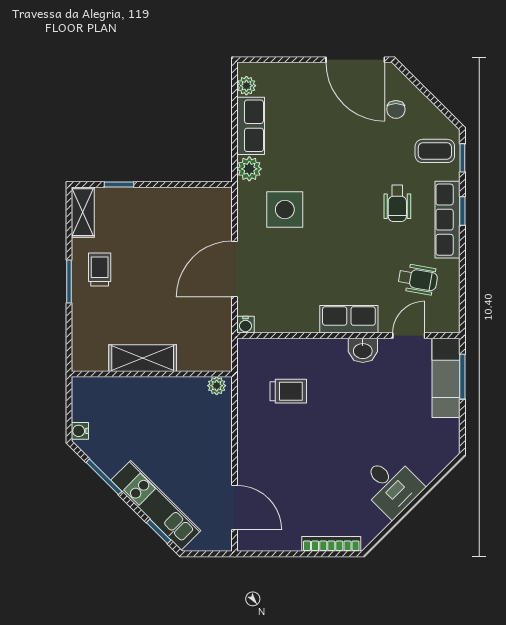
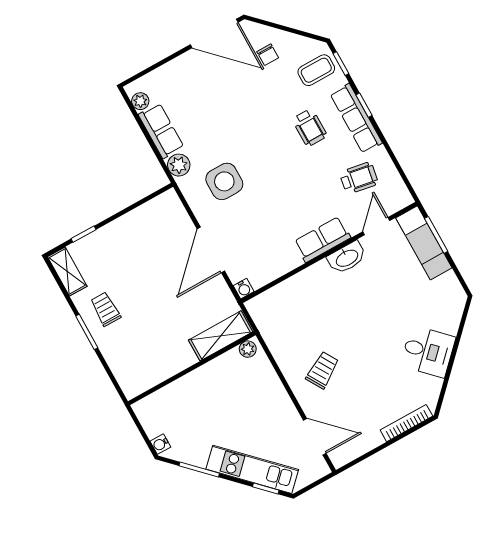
washbasin: (363, 350) -> (347, 258), width x1.38
shelving: (143, 358) -> (221, 336), moved
trolley: (288, 391) -> (322, 370), moved, turned -31

